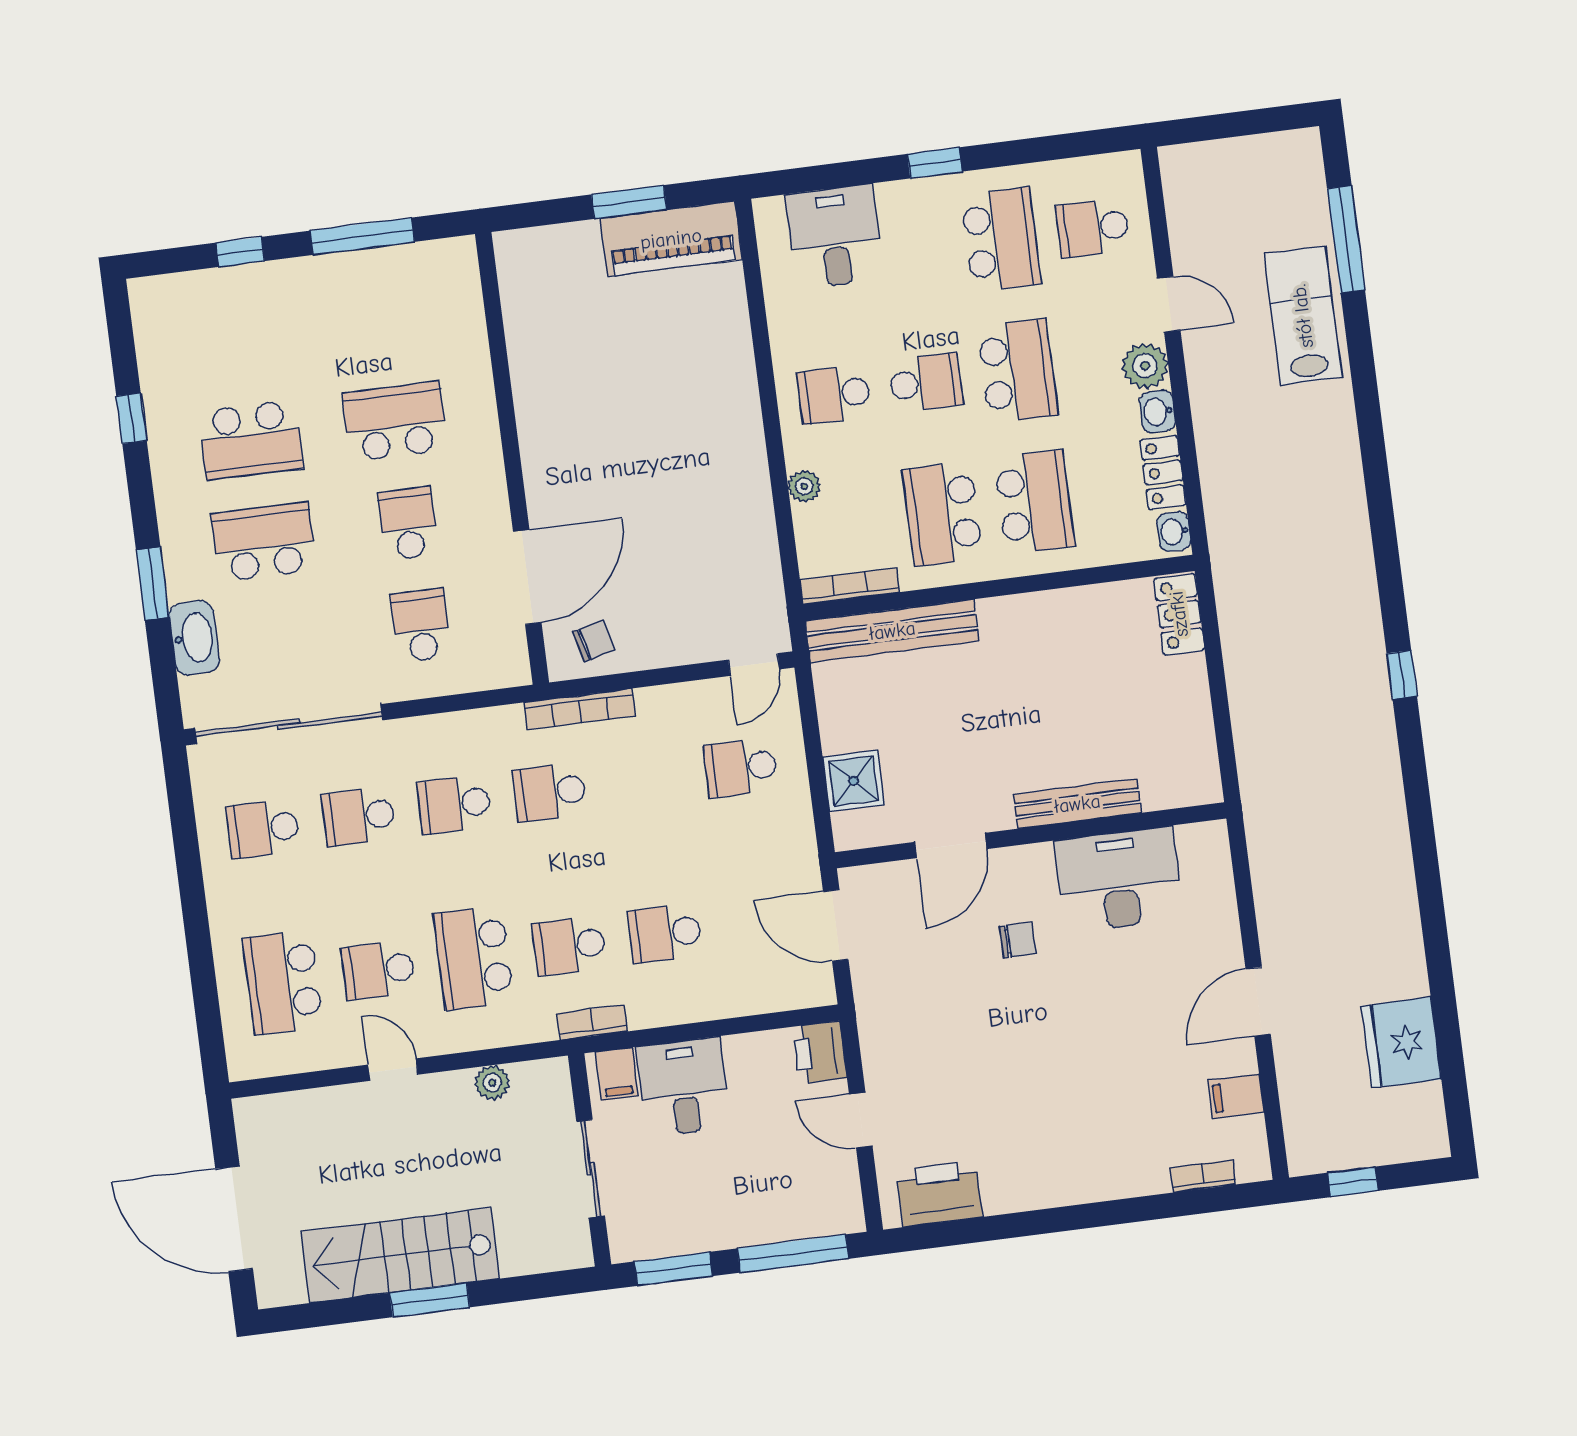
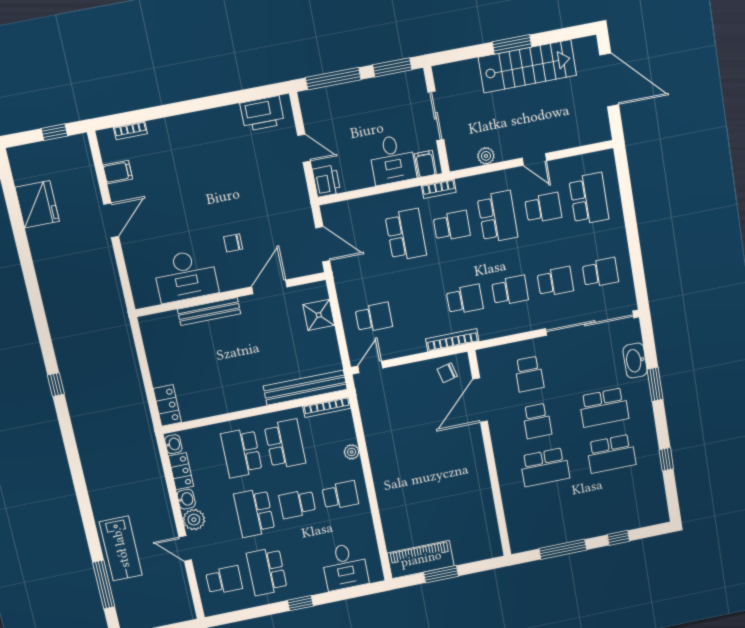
school desk: (251, 440) -> (611, 454), turned 180
school desk: (665, 933) -> (406, 235), width x1.85

